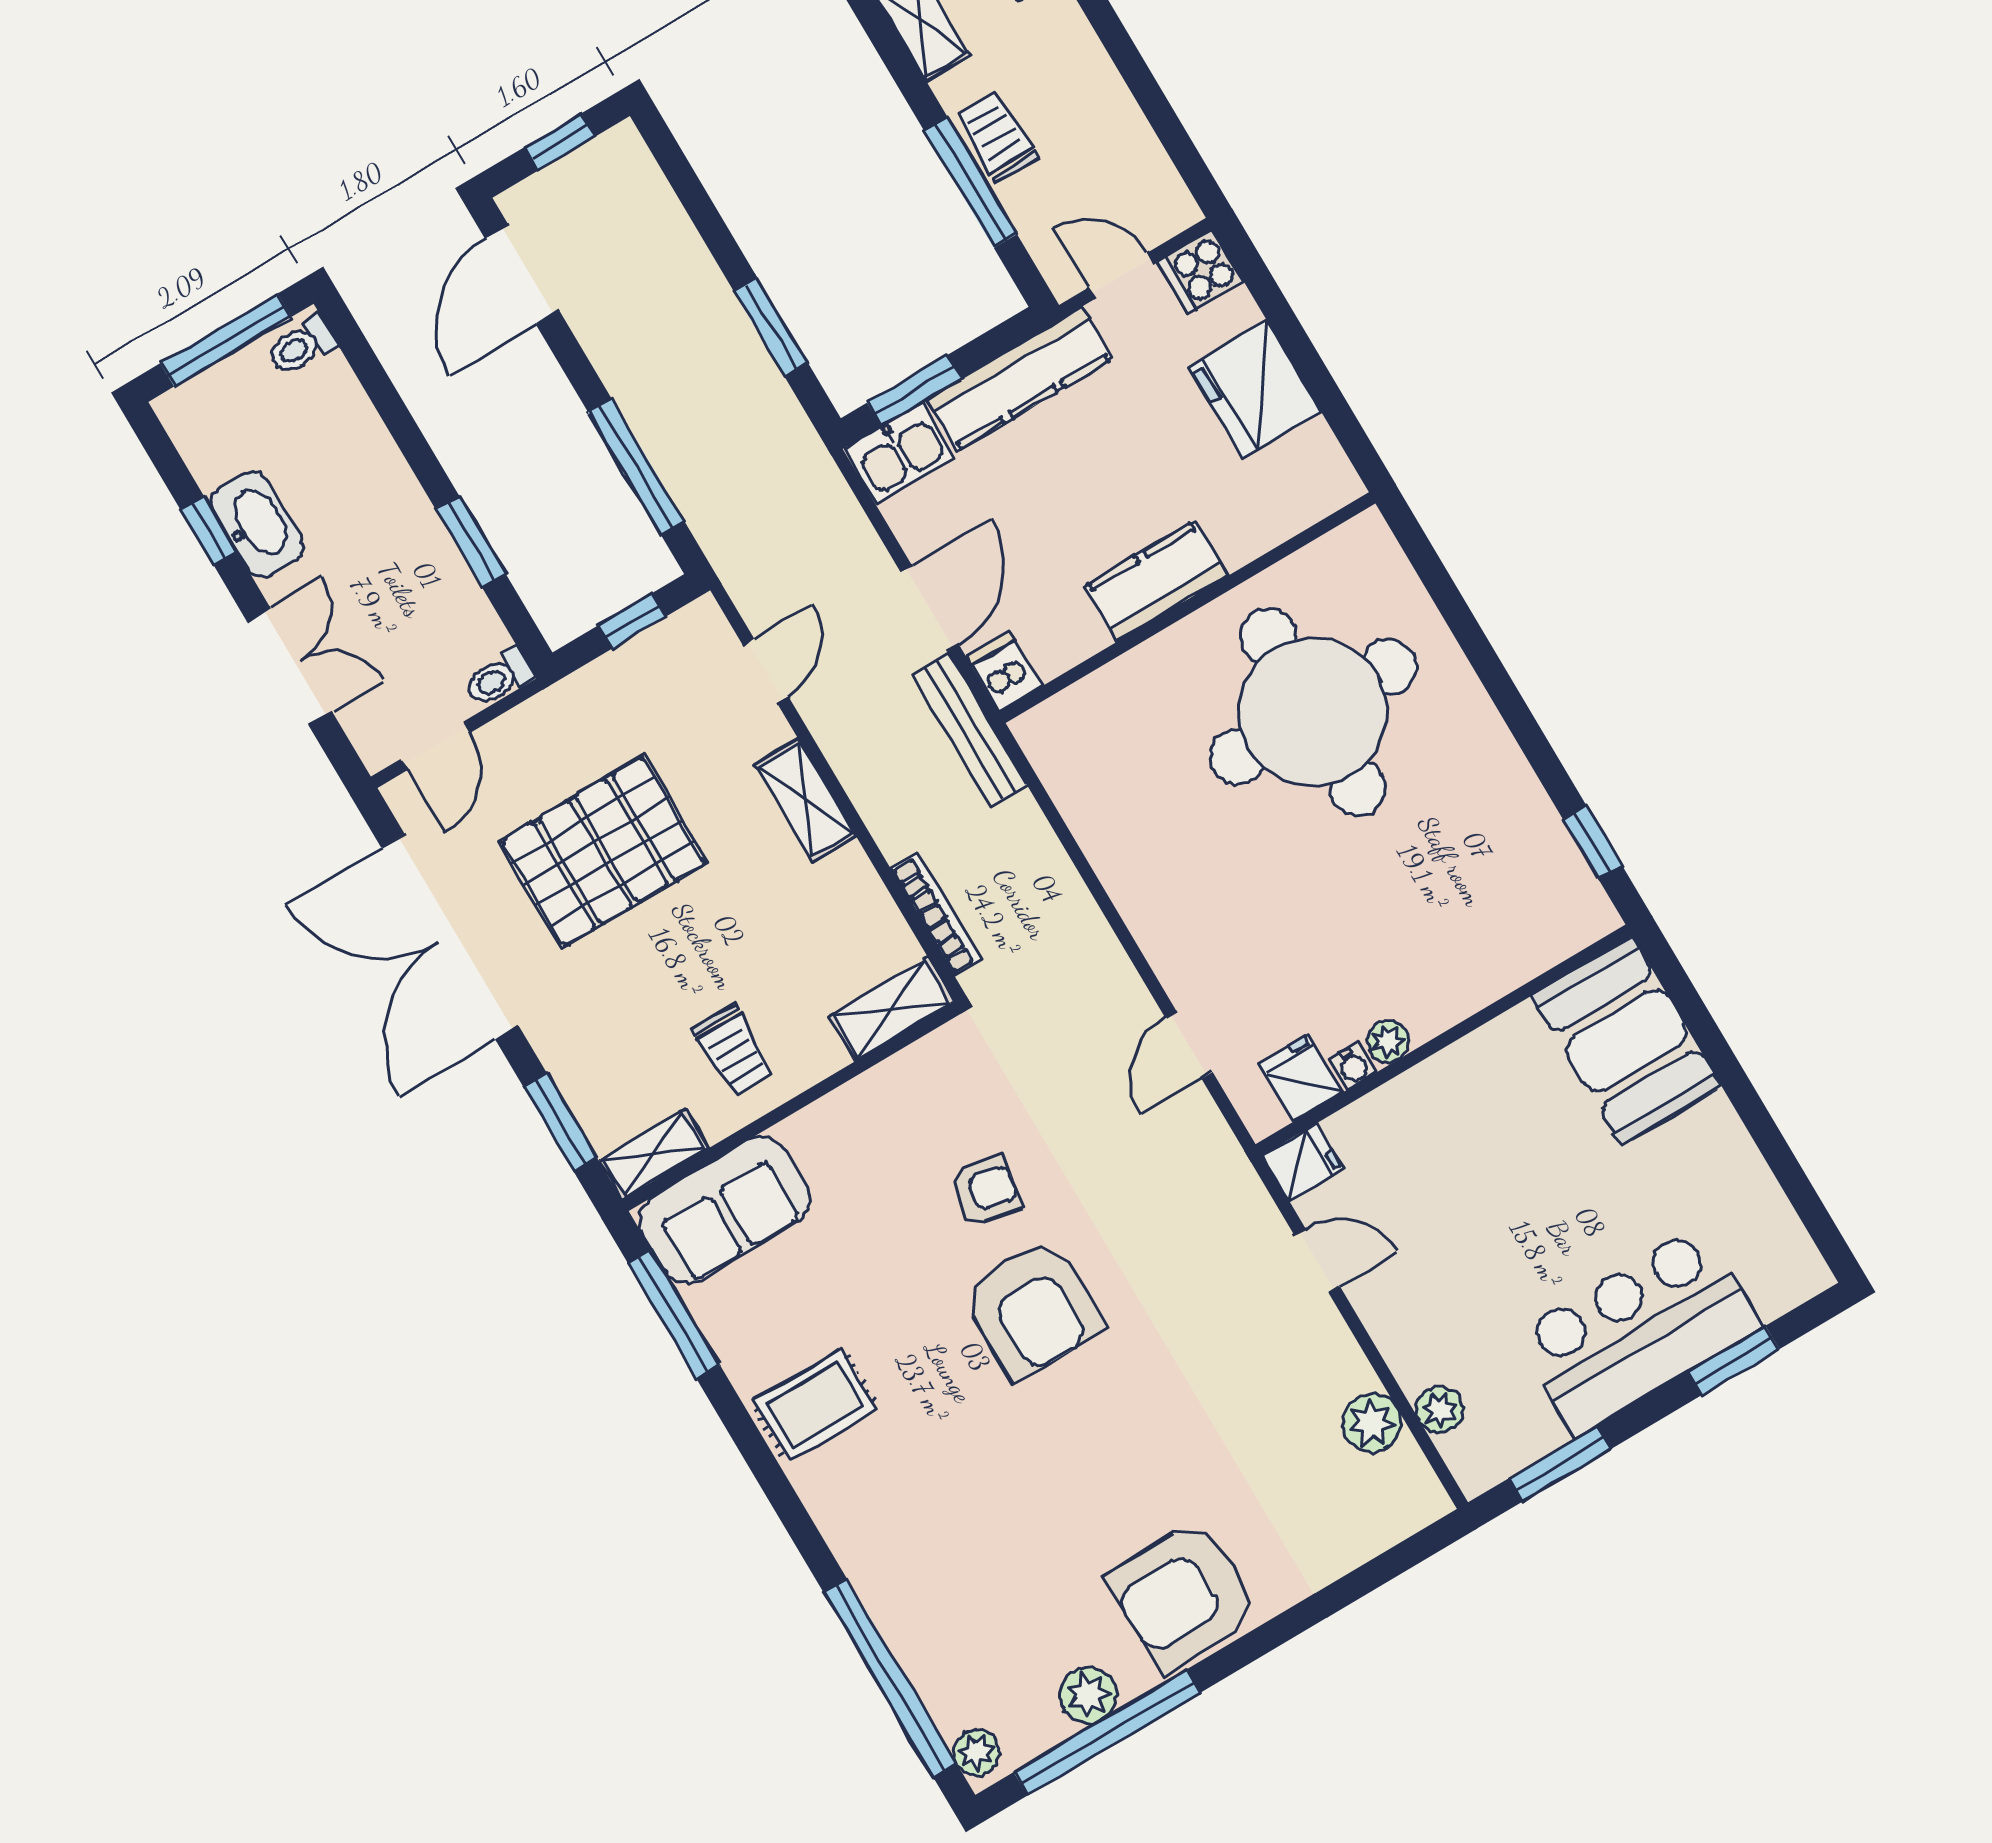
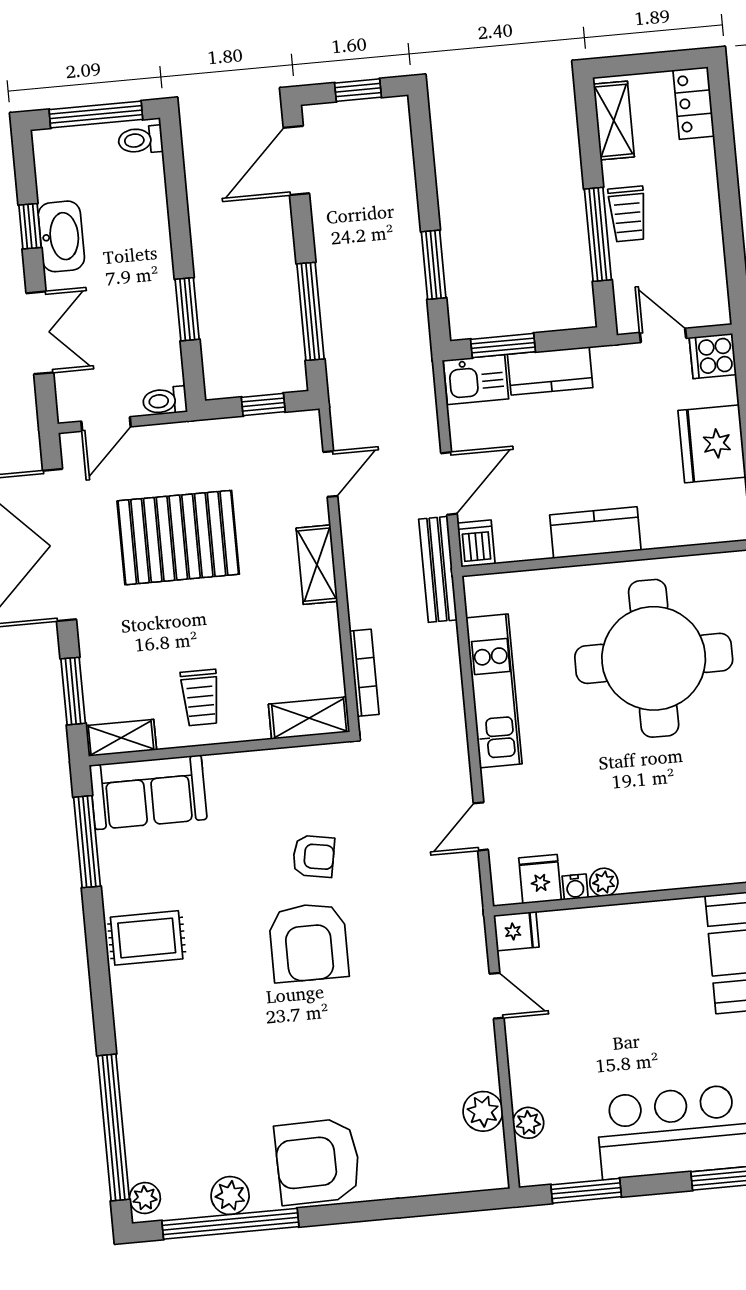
trolley: (997, 136) -> (628, 214), turned 180
kitchen counter: (1019, 379) -> (550, 371), width x0.67
kitchen unit: (1121, 856) -> (494, 691), added

